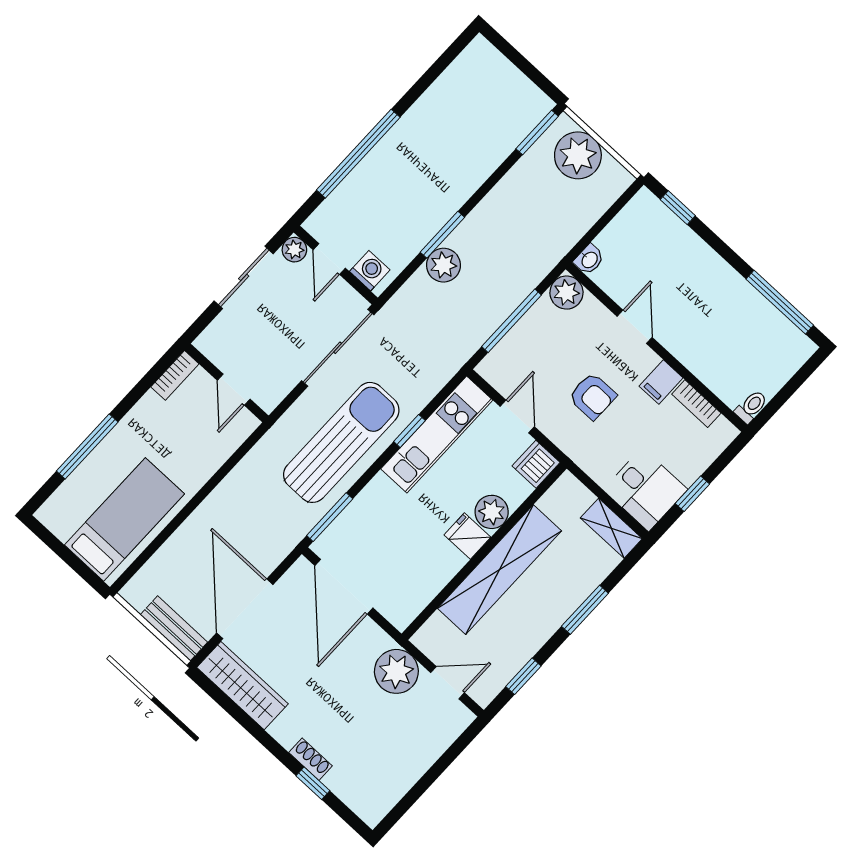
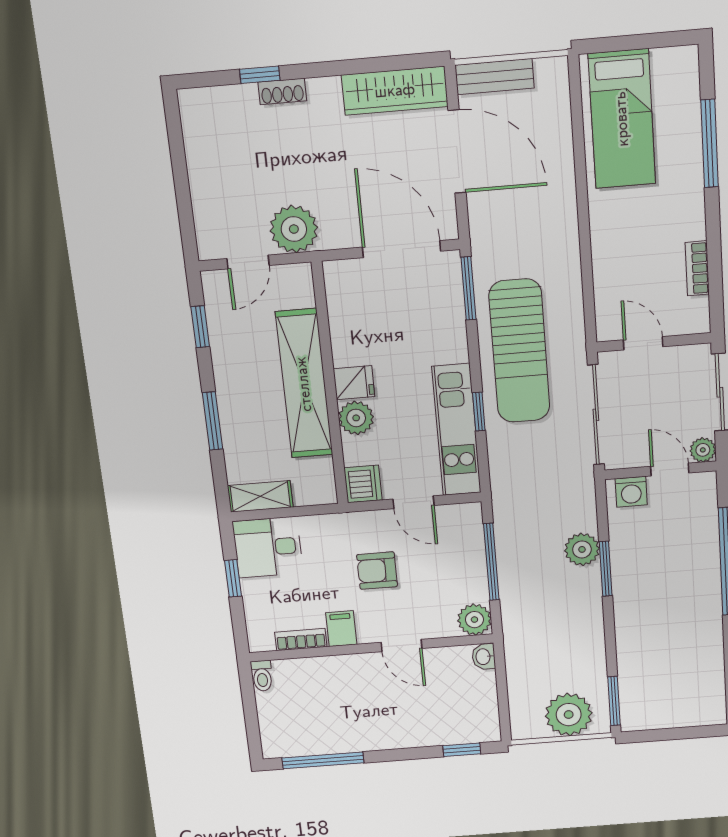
wall: (227, 383) -> (654, 342), moved
door: (234, 390) -> (643, 343), moved

